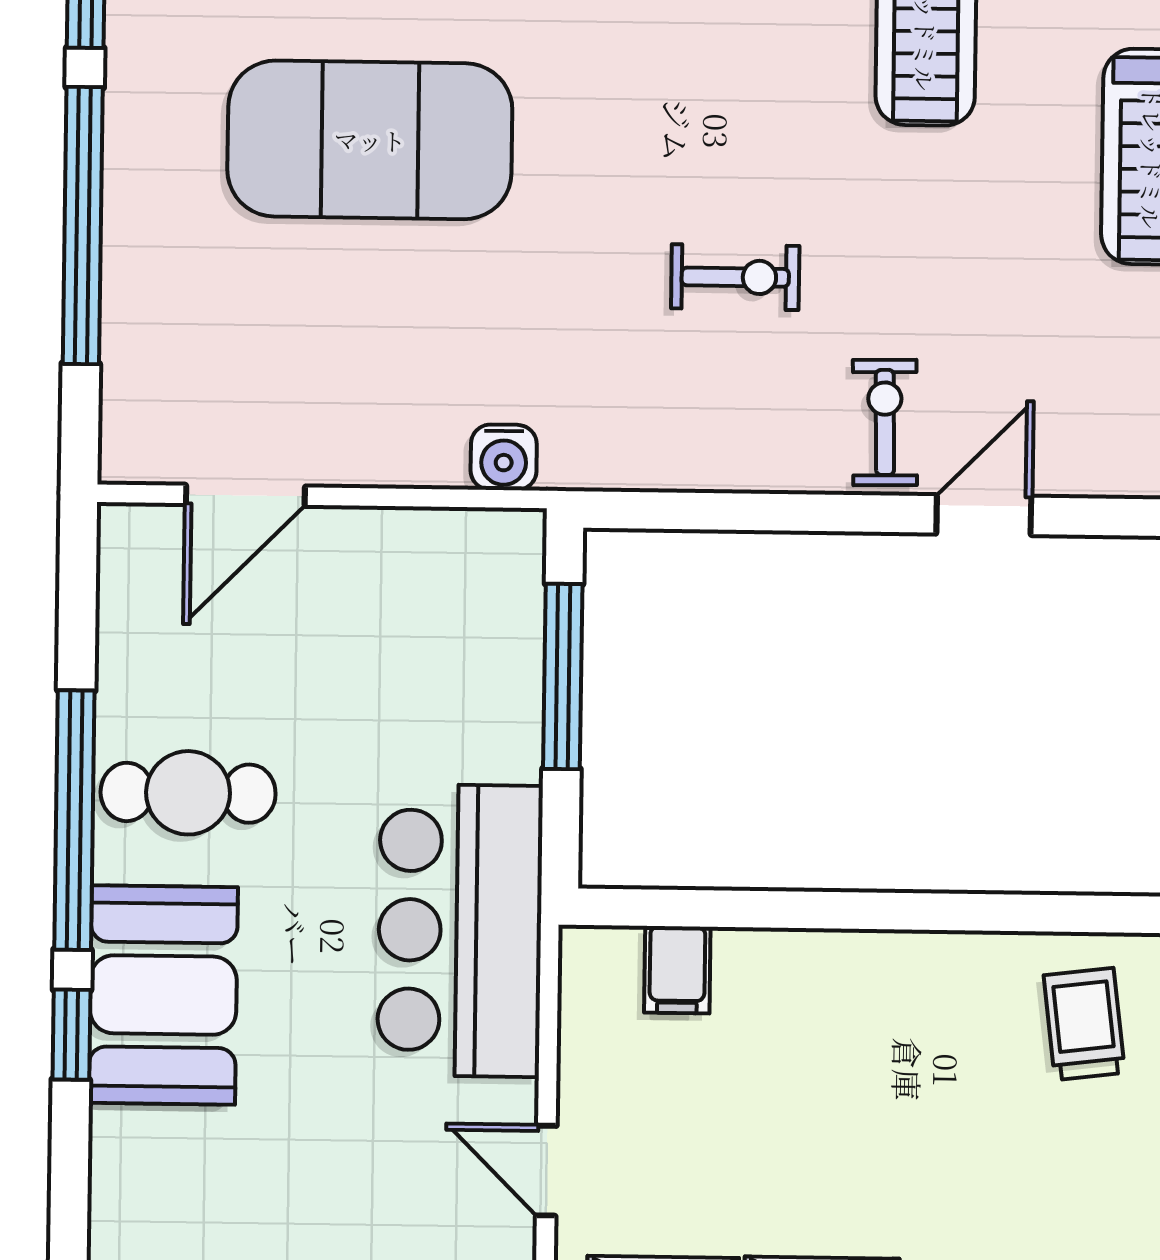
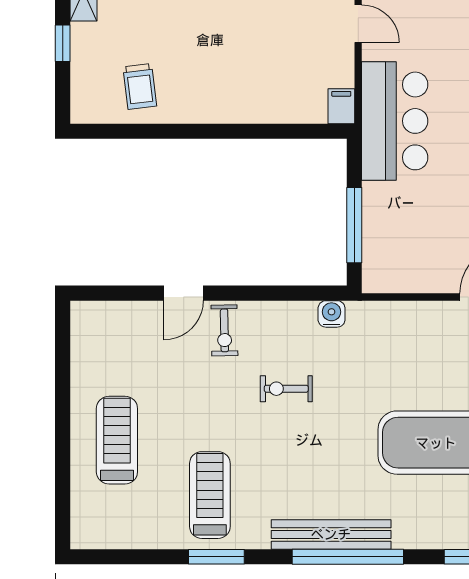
water cooler: (504, 457) -> (332, 314), moved
filing cabinet: (677, 970) -> (341, 106), moved

